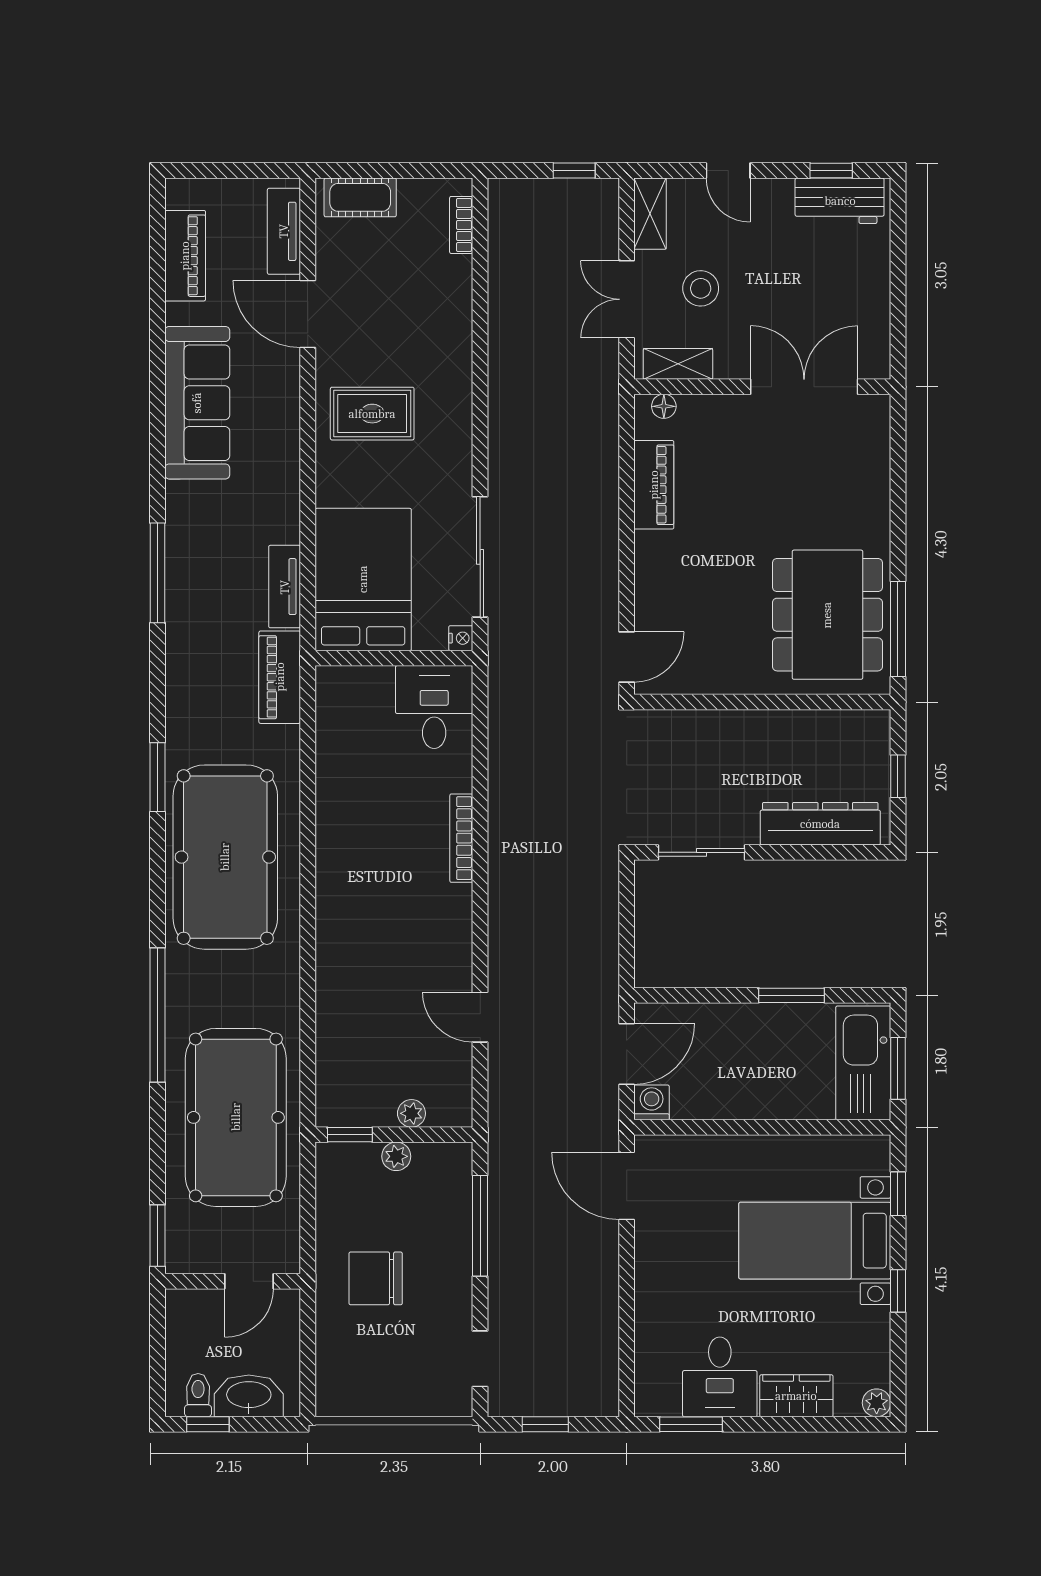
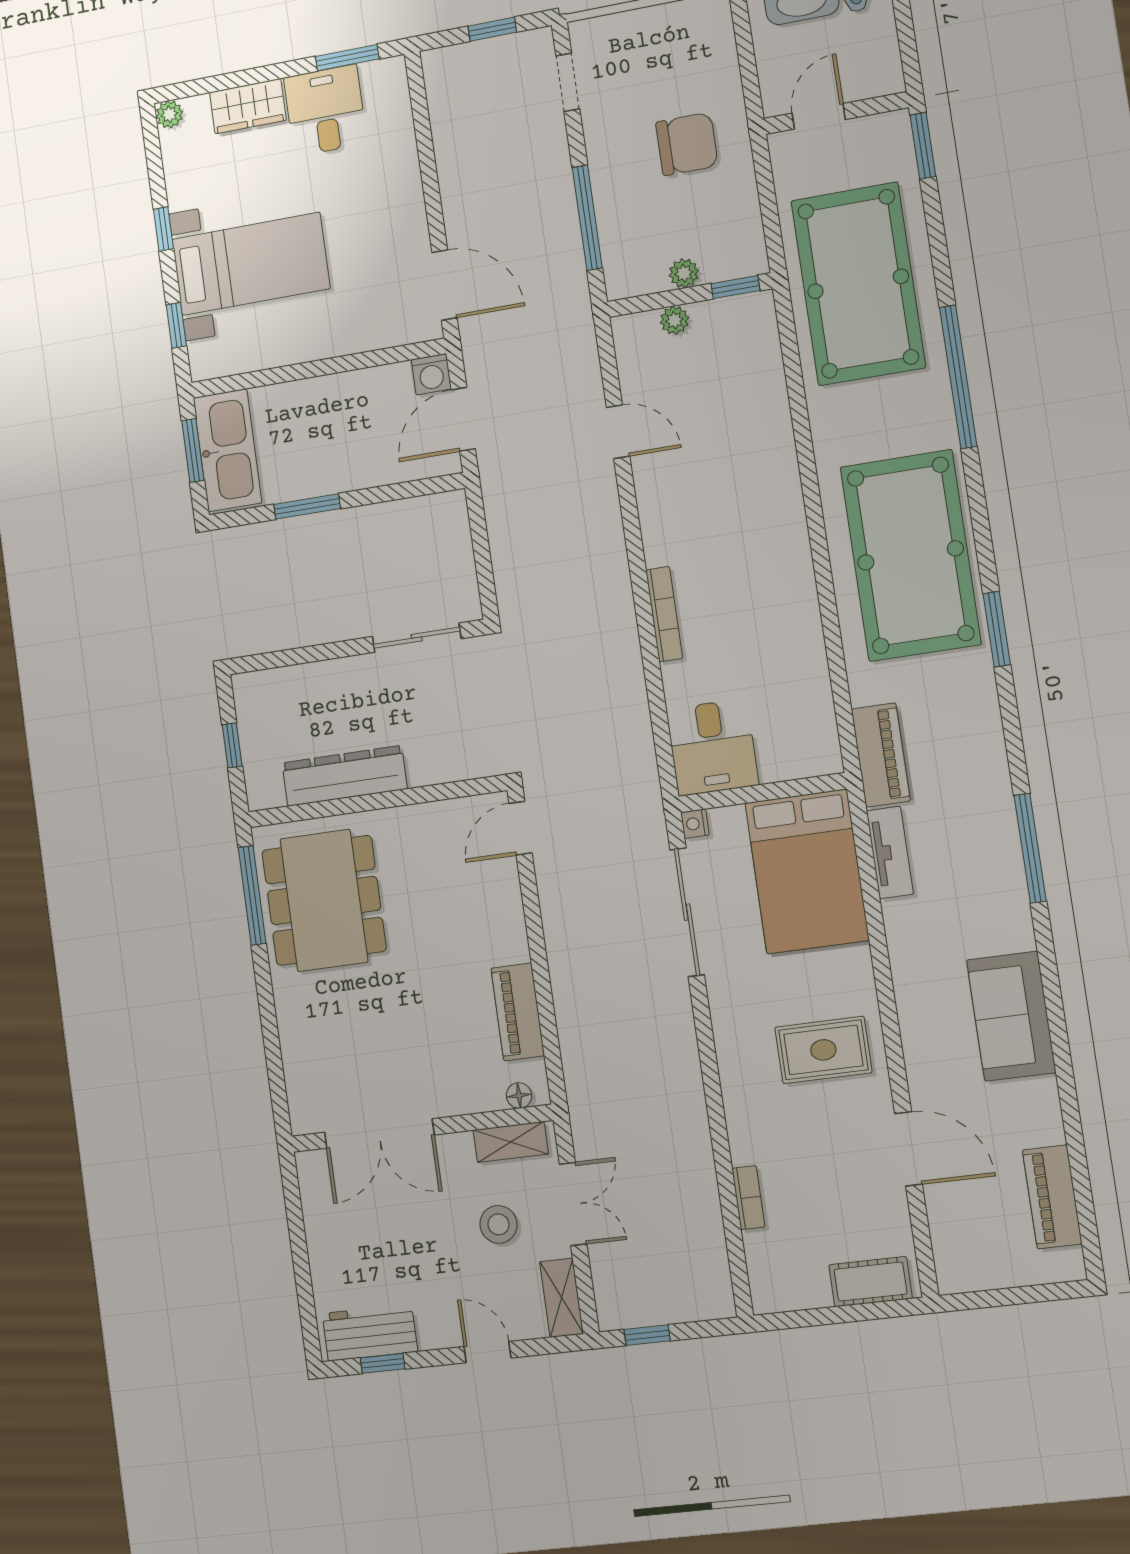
bookcase: (461, 225) -> (748, 1198), moved
tv unit: (284, 231) -> (948, 1236), removed
sofa: (197, 403) -> (1011, 1016), width x0.73
dresser: (820, 824) -> (345, 776), moved, turned 180

